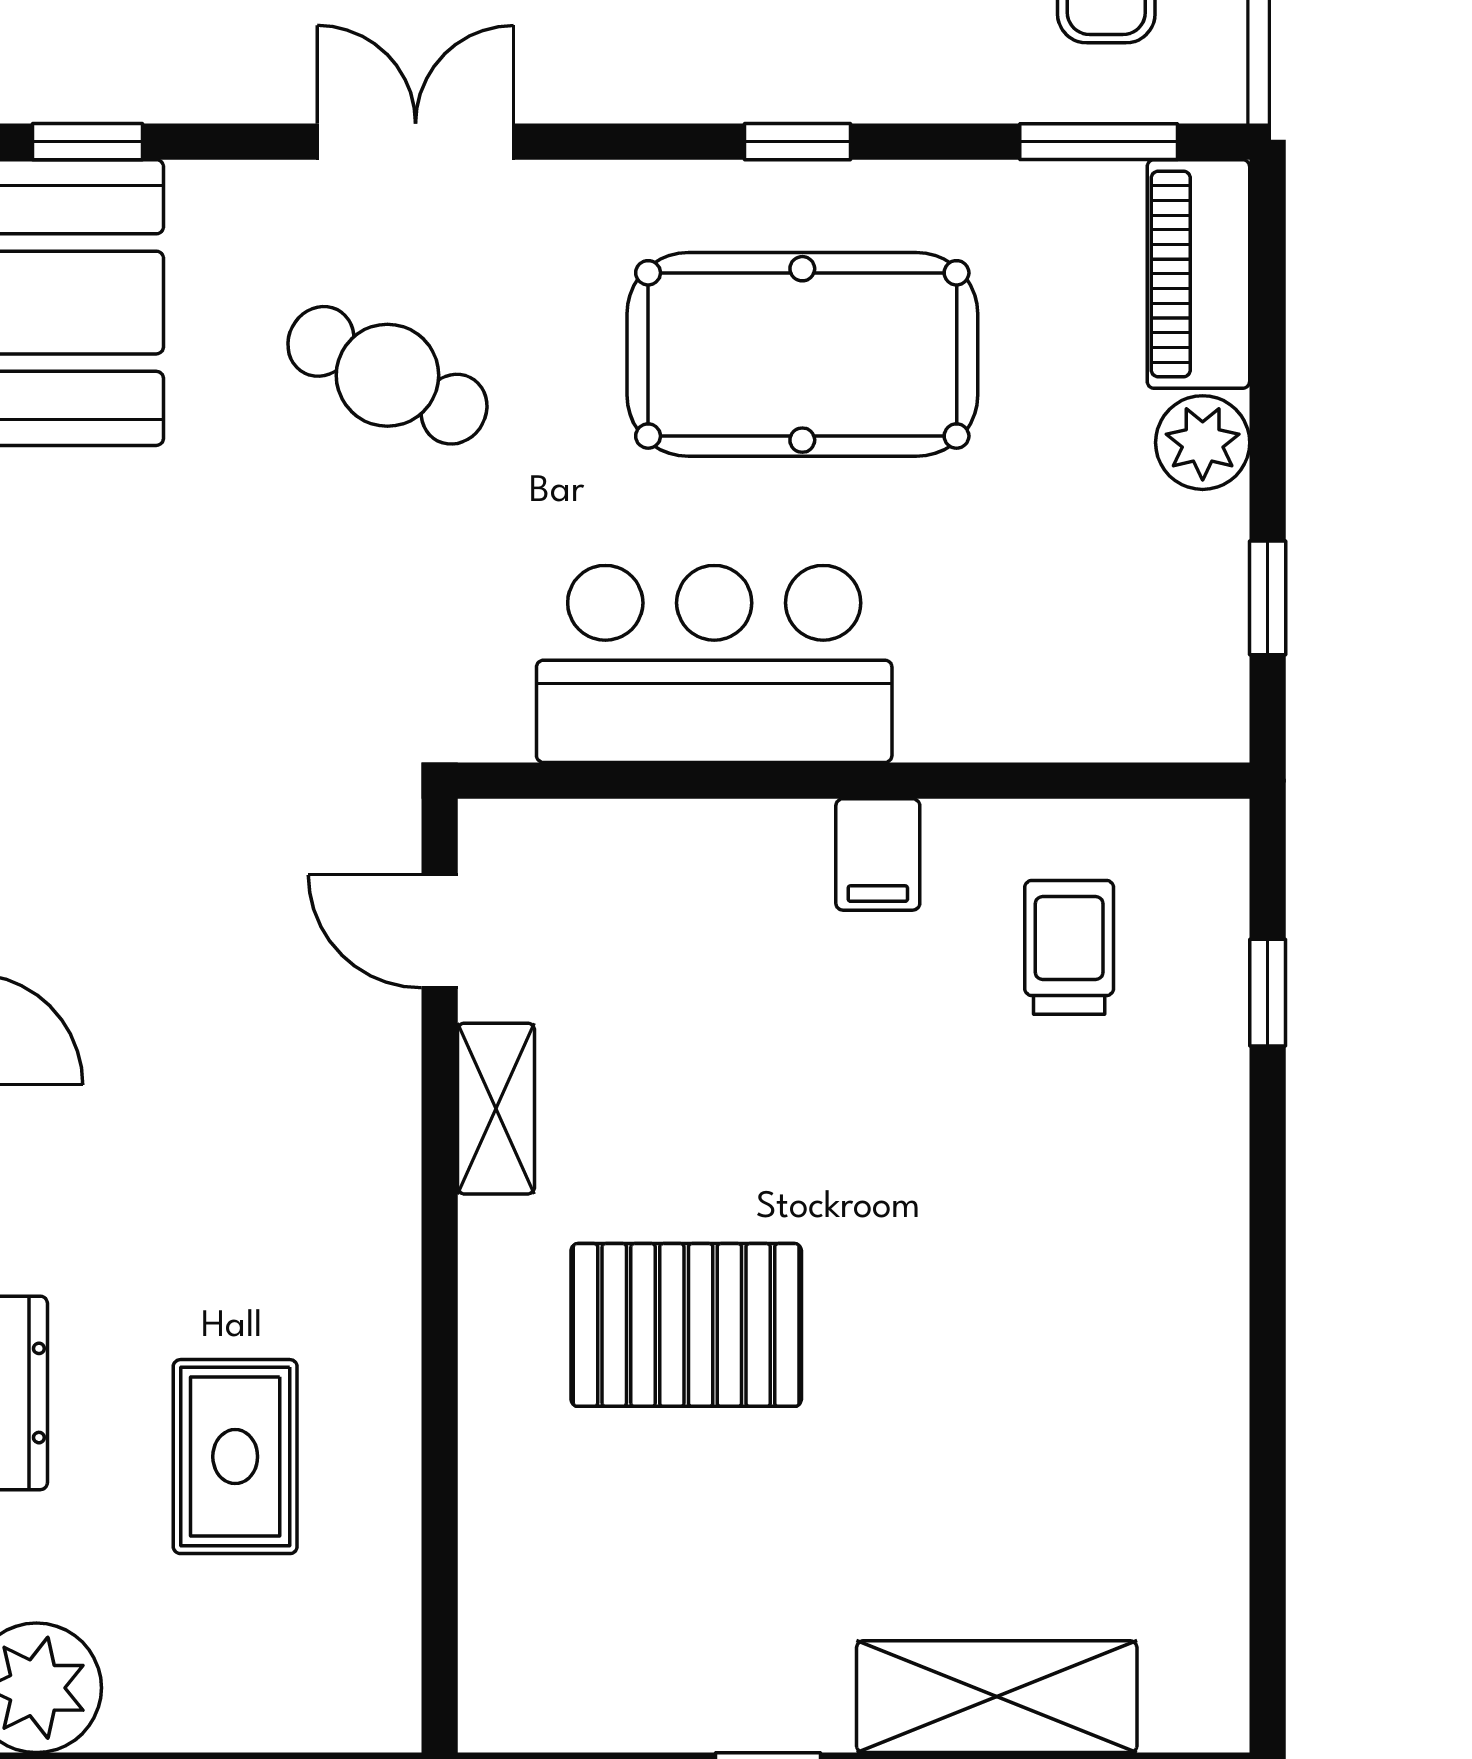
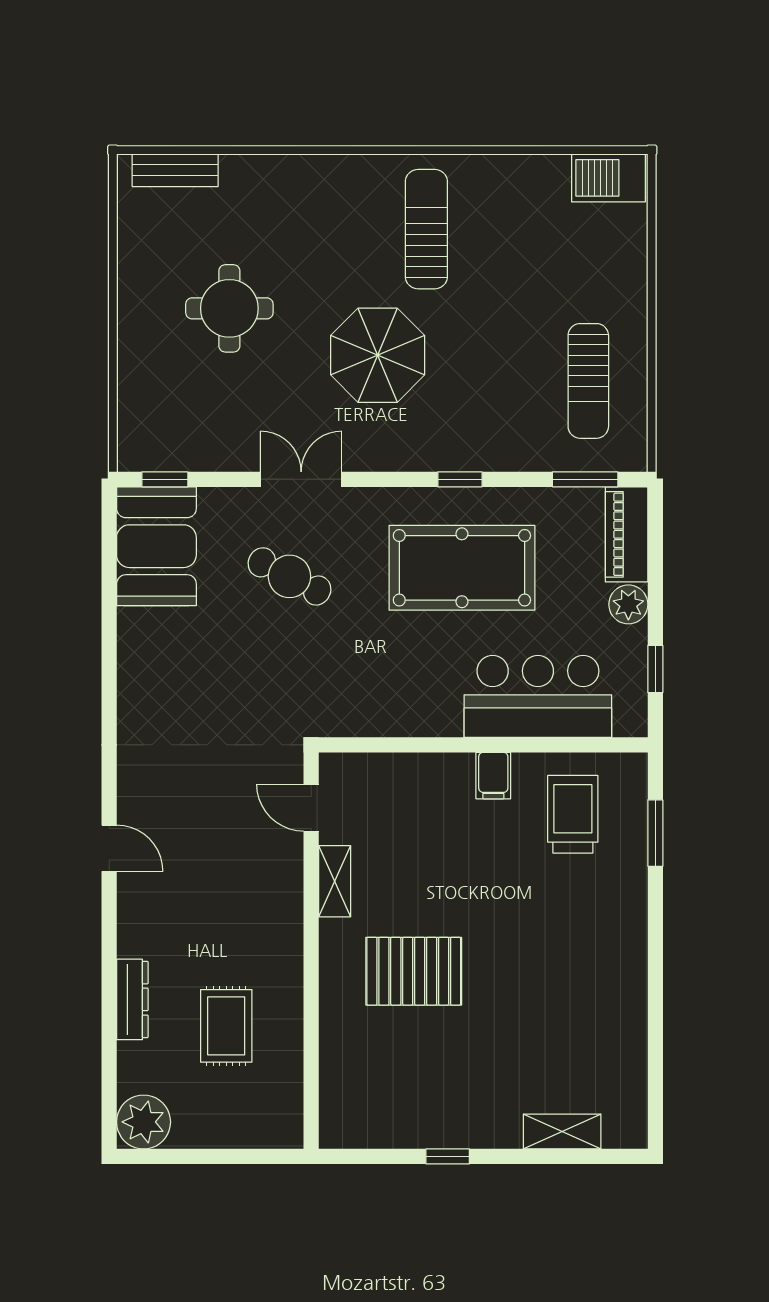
bar counter: (714, 664) -> (538, 696), moved
trolley: (1069, 947) -> (573, 814), width x1.36, depth x1.39
window: (1268, 993) -> (655, 833), width x1.50
shelving: (997, 1697) -> (562, 1132), width x0.67, depth x0.75

